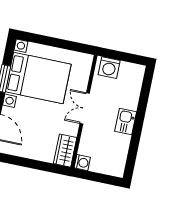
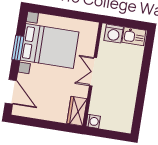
kitchen sink: (126, 121) -> (134, 36), moved, turned -90

